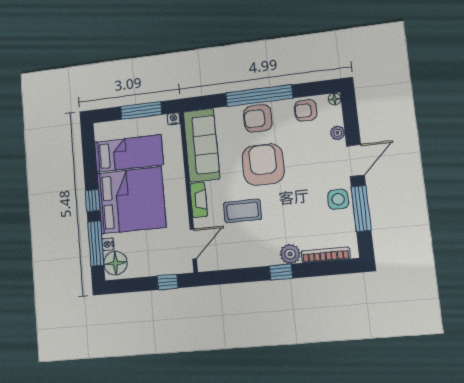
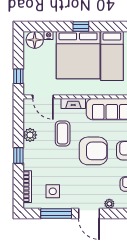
side table: (338, 199) -> (53, 191), moved
window: (96, 244) -> (50, 26), removed
plant: (290, 254) -> (30, 135), moved

